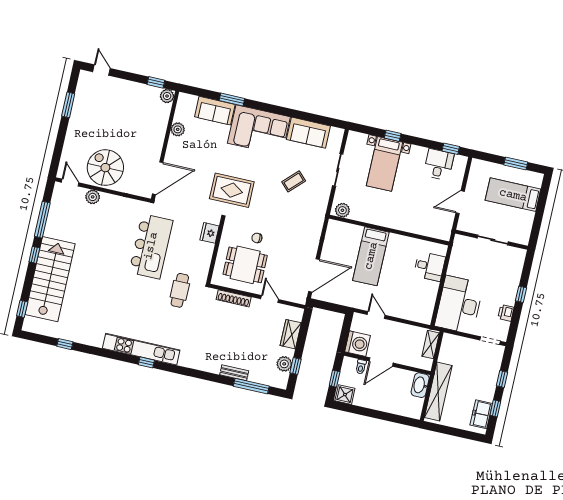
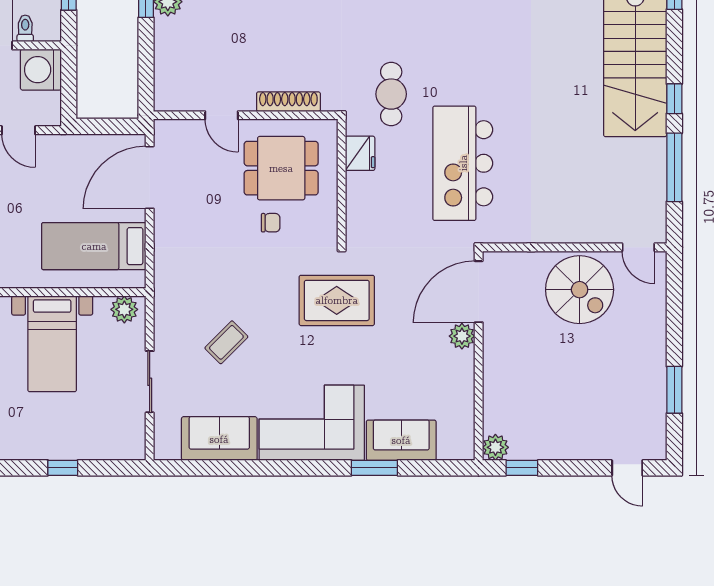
plant: (178, 129) -> (462, 336), moved
bed with nightstands: (385, 164) -> (52, 344), moved, turned 180
plant: (93, 197) -> (591, 230), removed
fridge: (210, 233) -> (360, 153), moved
bed: (371, 256) -> (94, 246), moved, turned -90
wardrobe: (291, 334) -> (168, 59), removed

